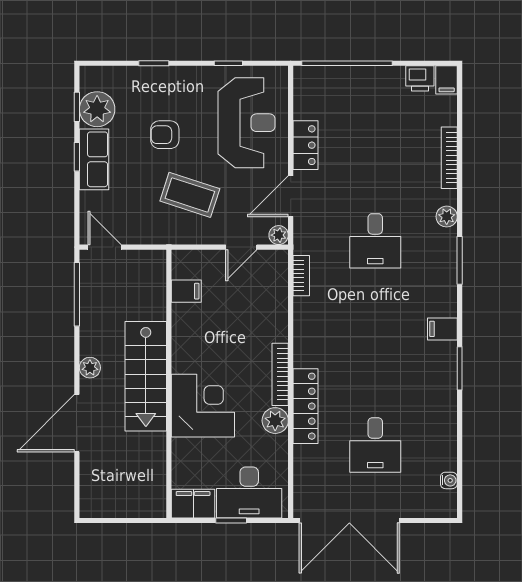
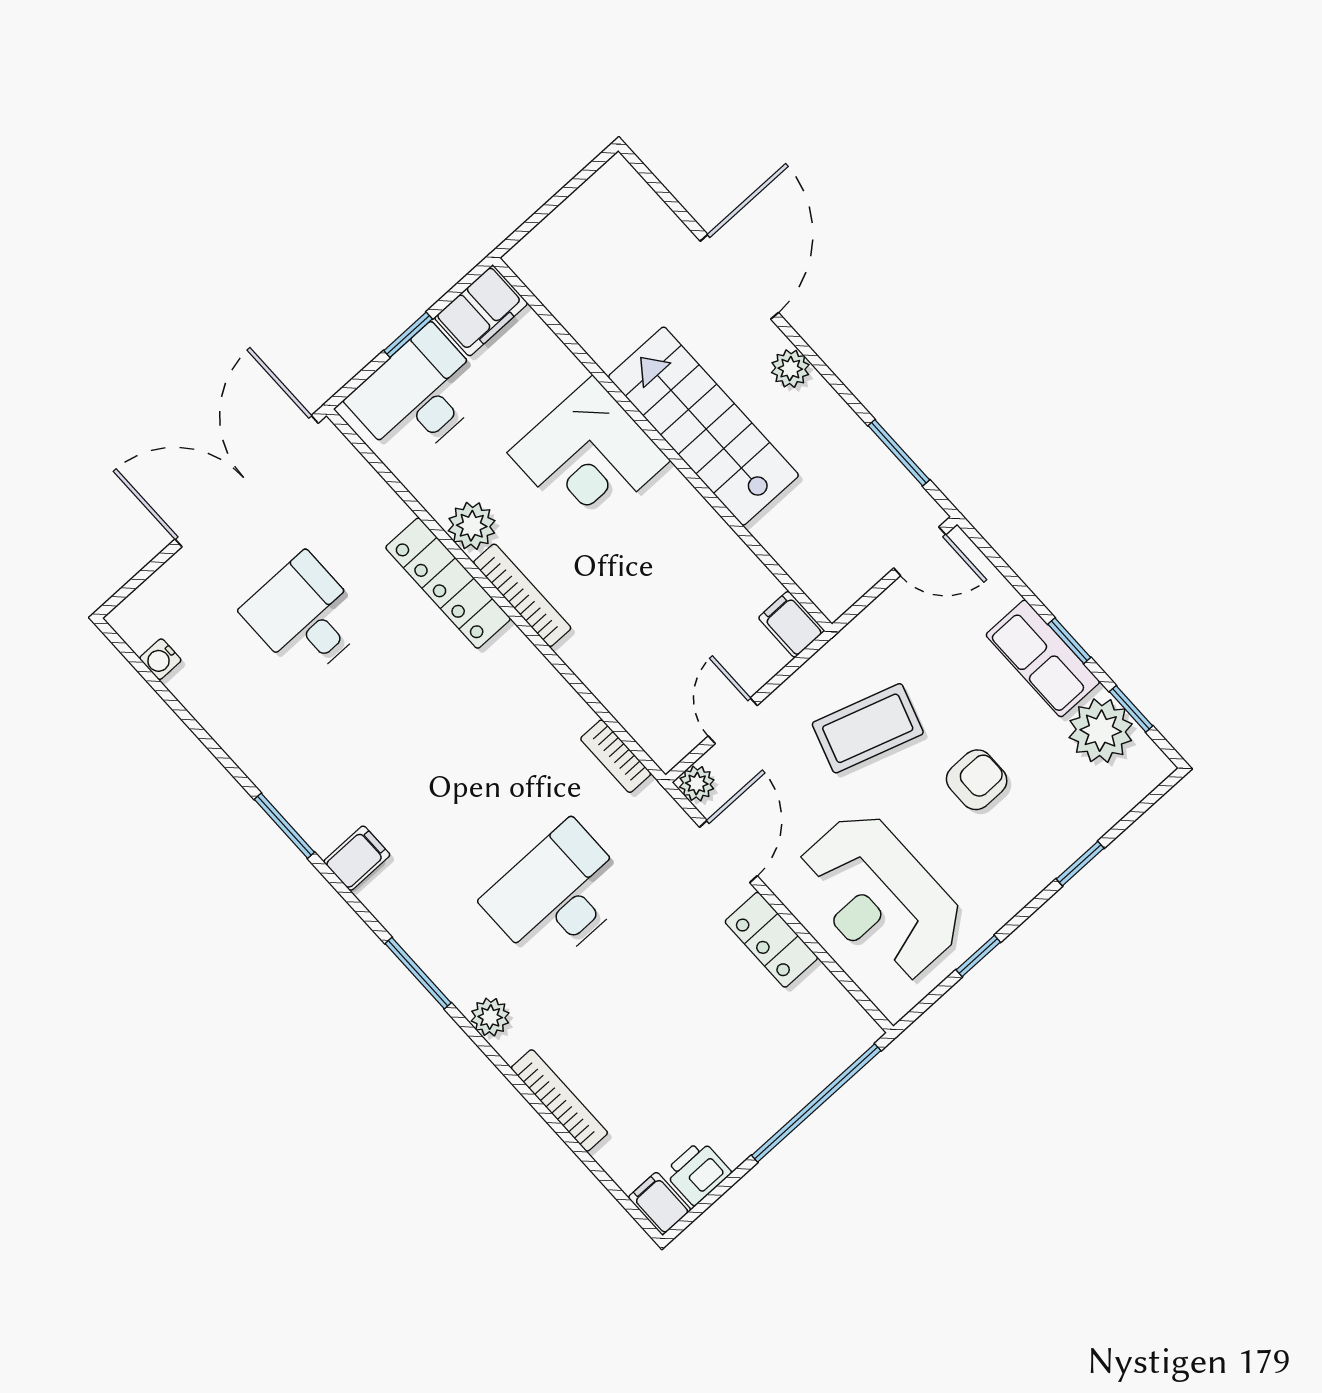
desk: (375, 241) -> (558, 895), width x1.37
filing cabinet: (186, 291) -> (791, 624), moved, turned 90
window: (77, 294) -> (899, 453), width x0.69

